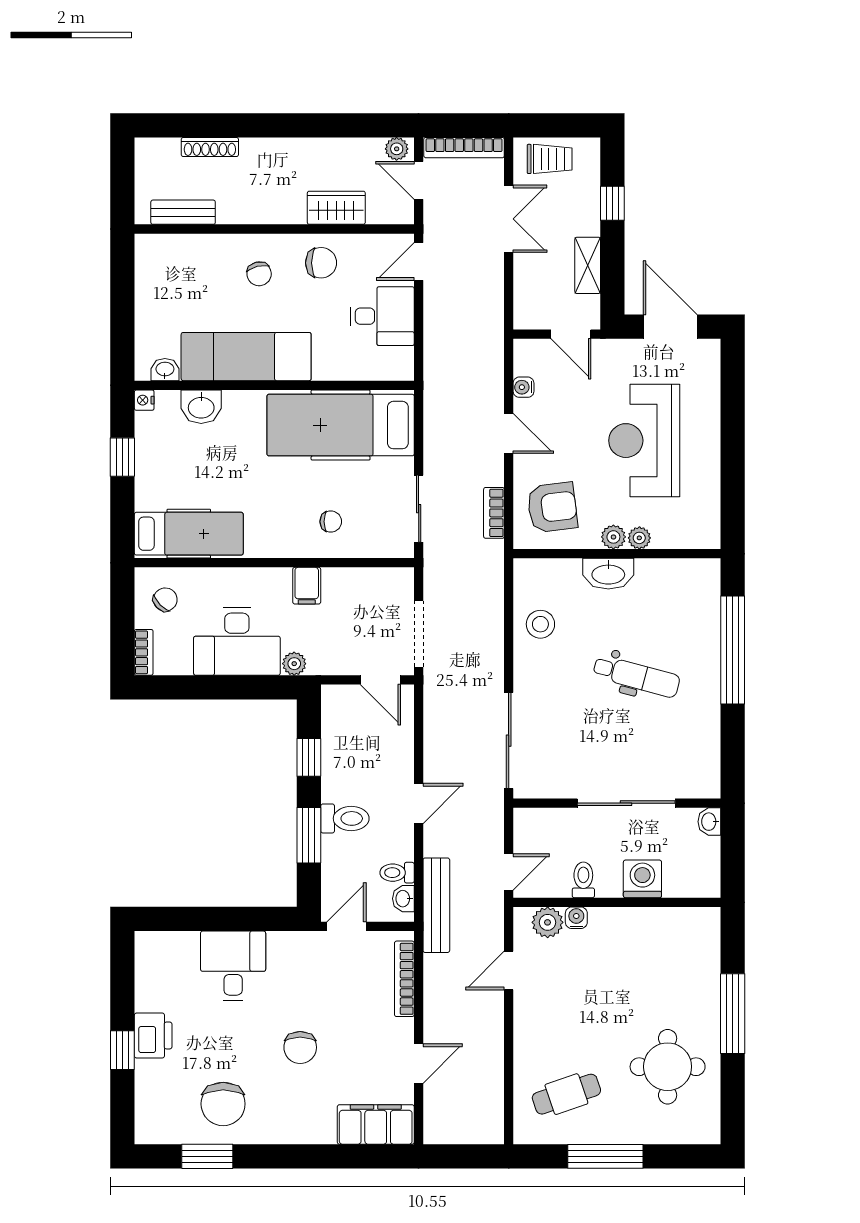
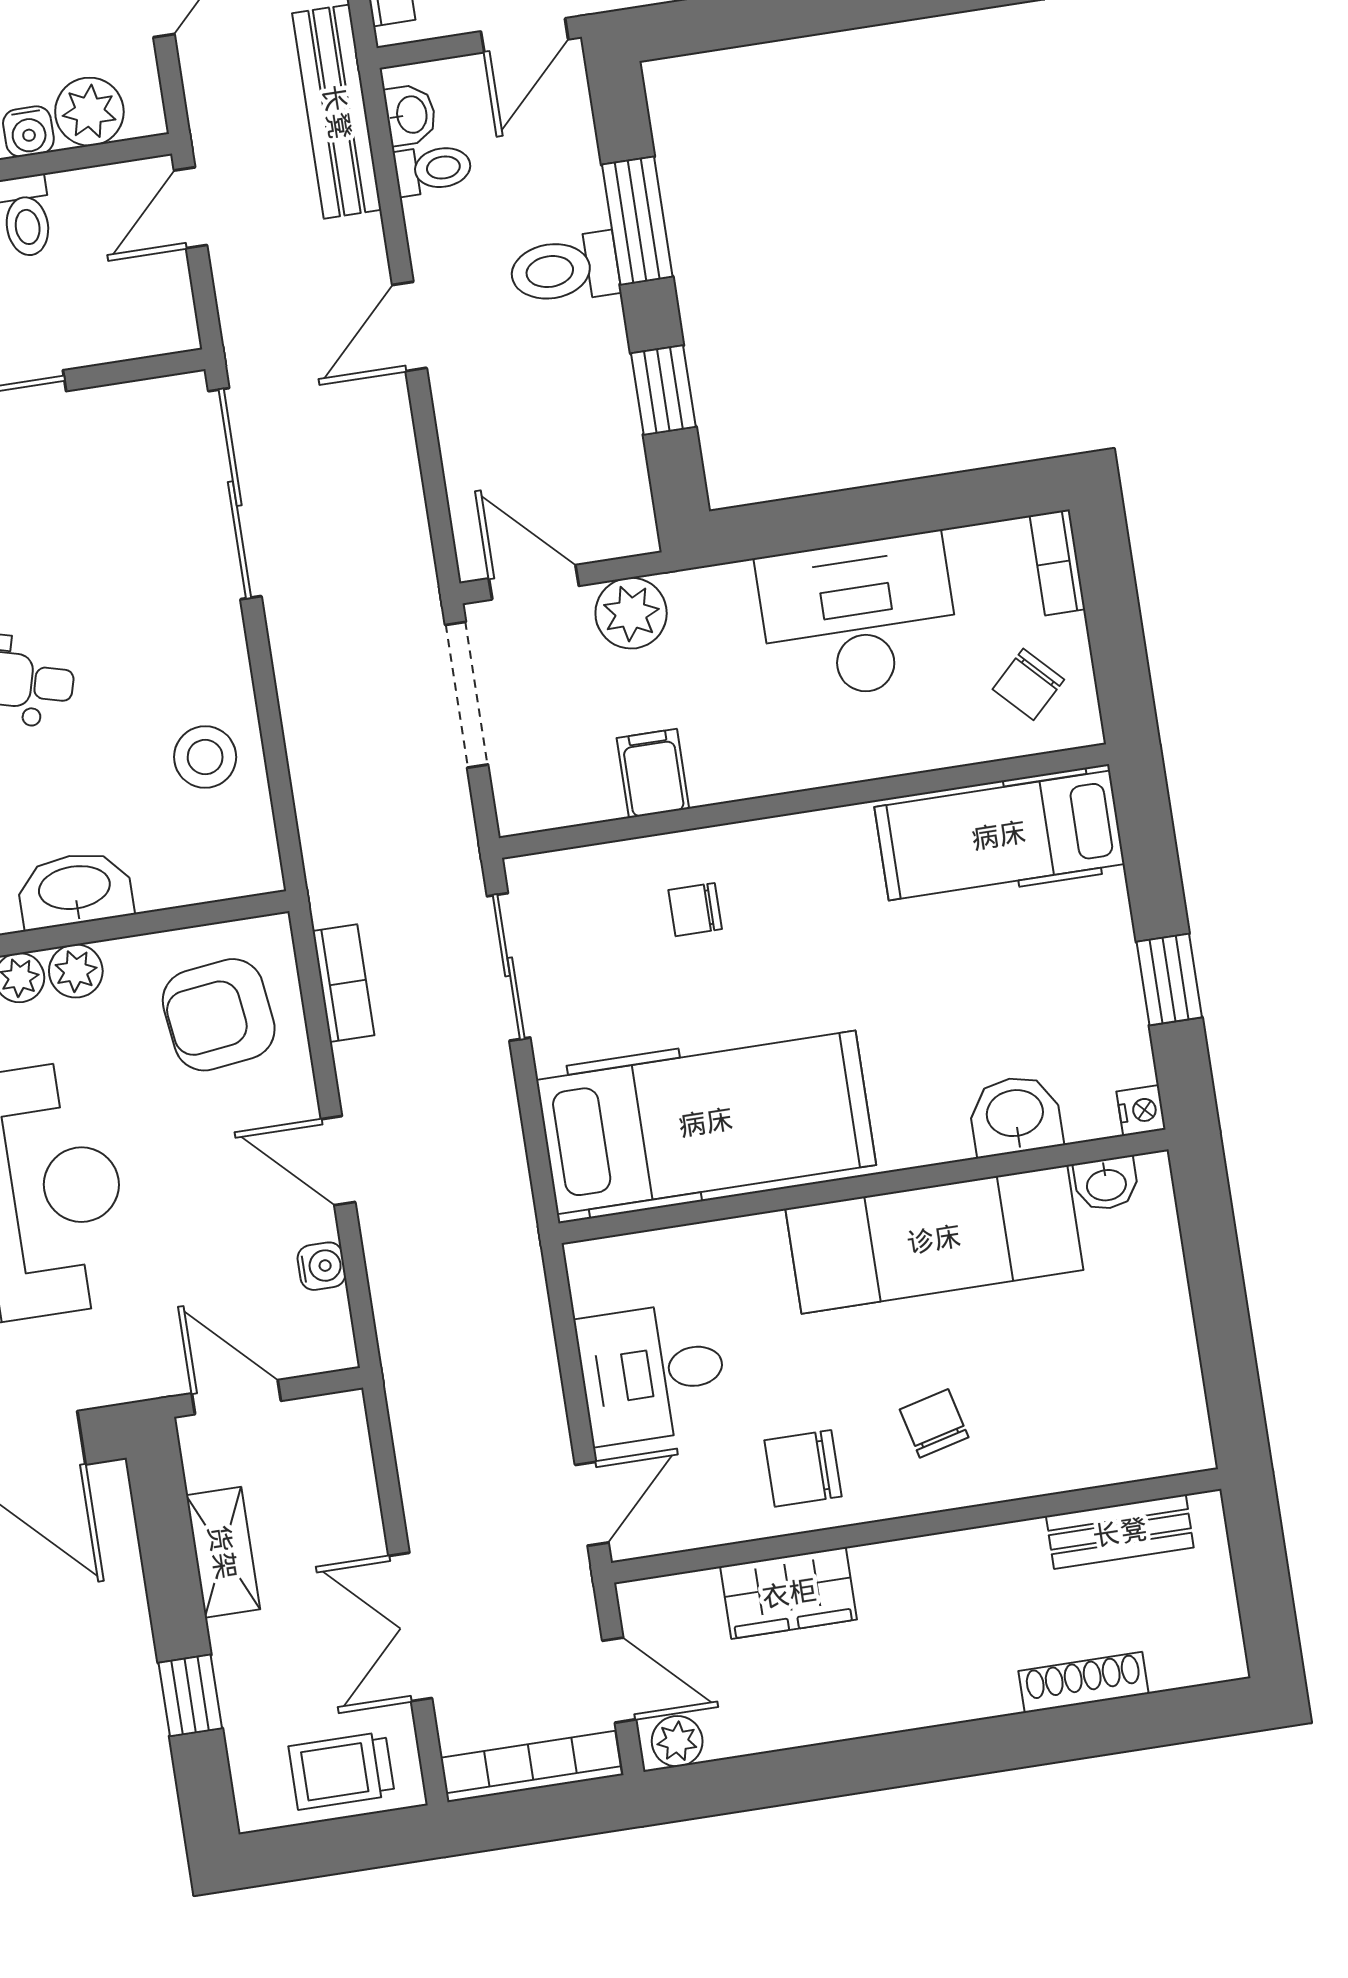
filing cabinet: (307, 586) -> (653, 773), moved
plant: (294, 664) -> (631, 613), moved, width x1.38, depth x1.38

